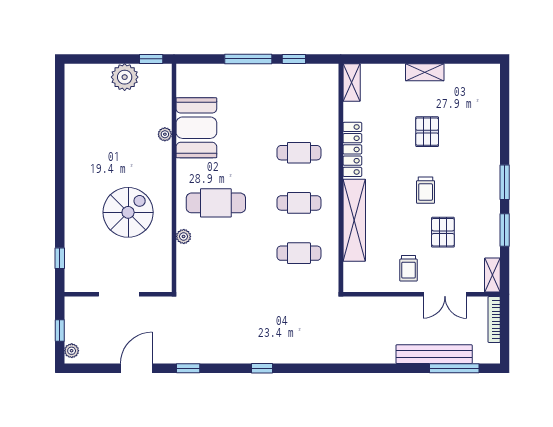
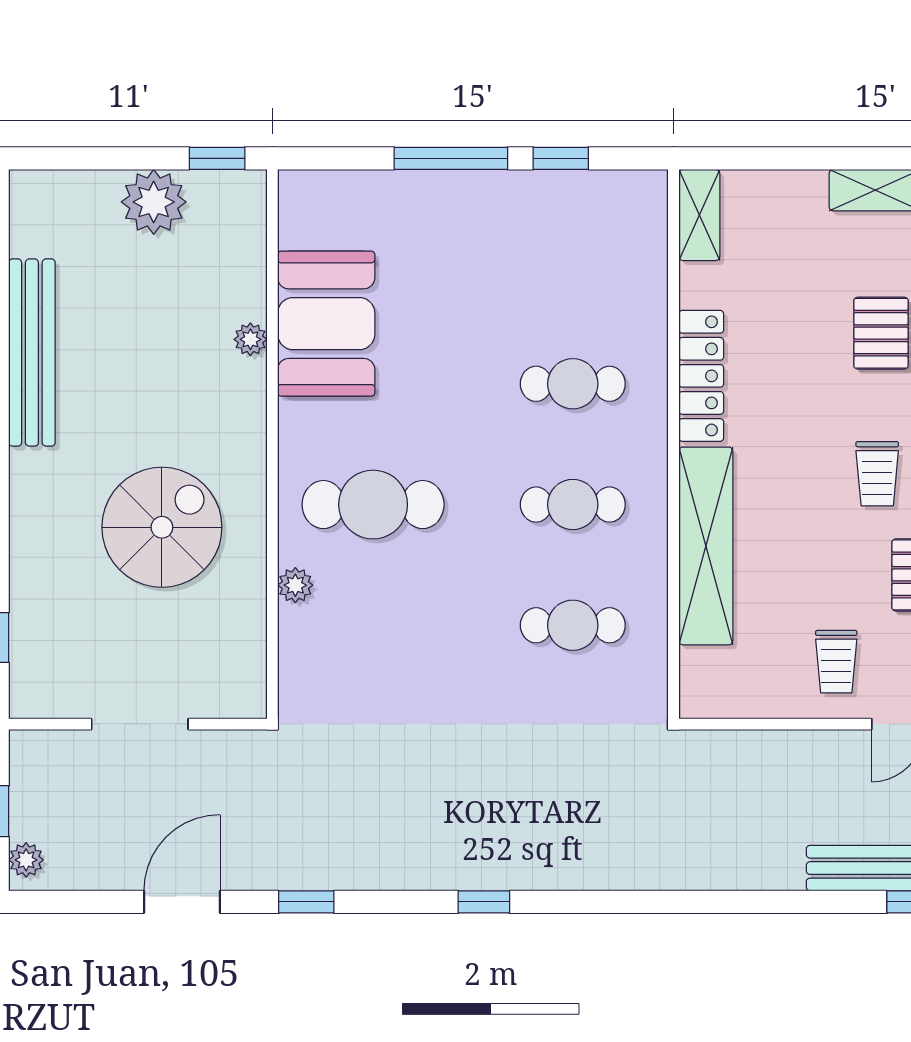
bench: (74, 140) -> (32, 353), added

